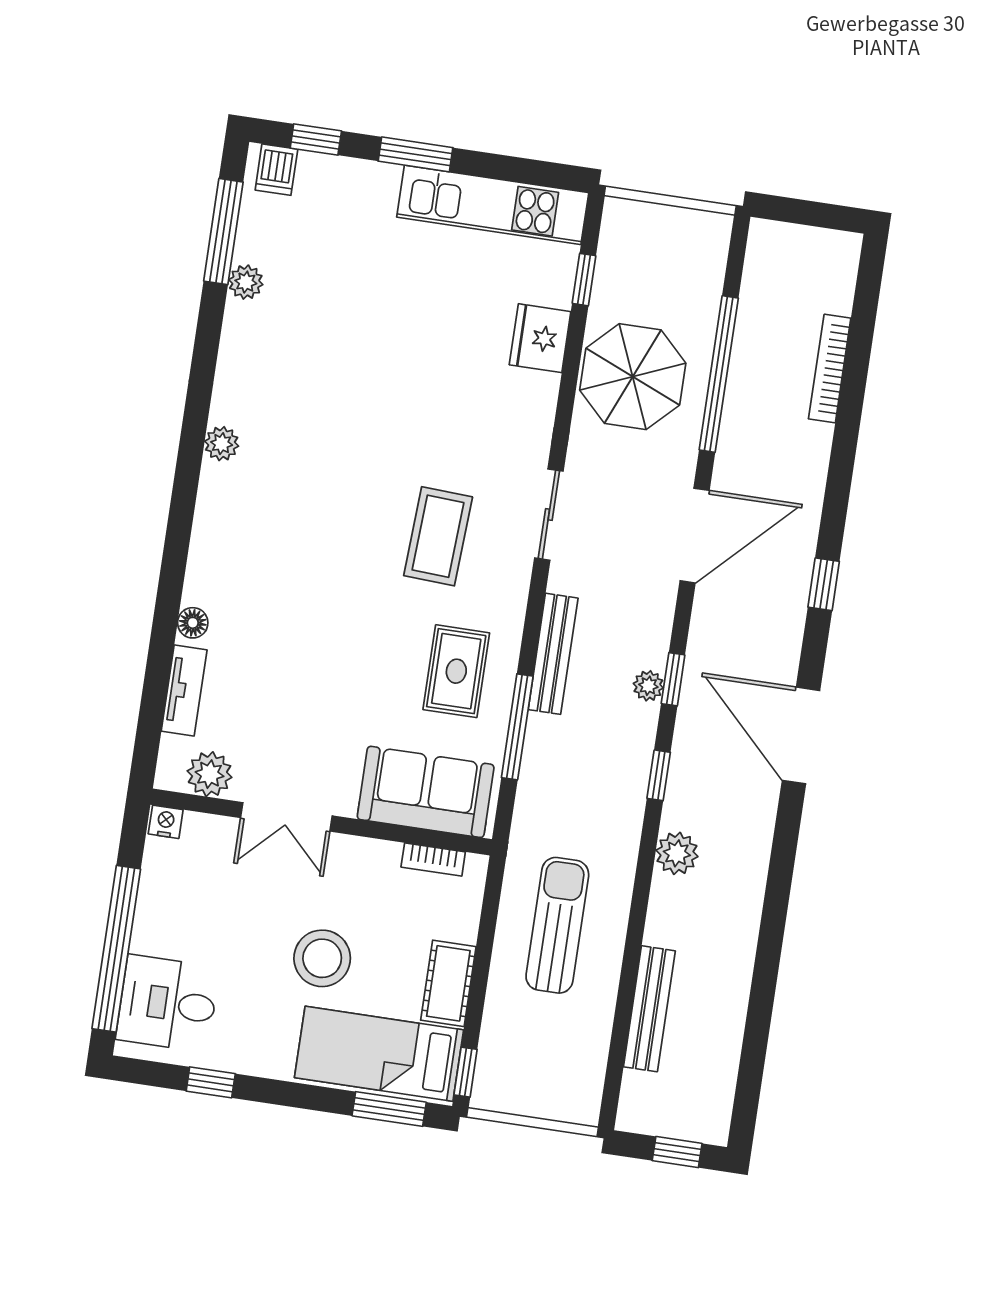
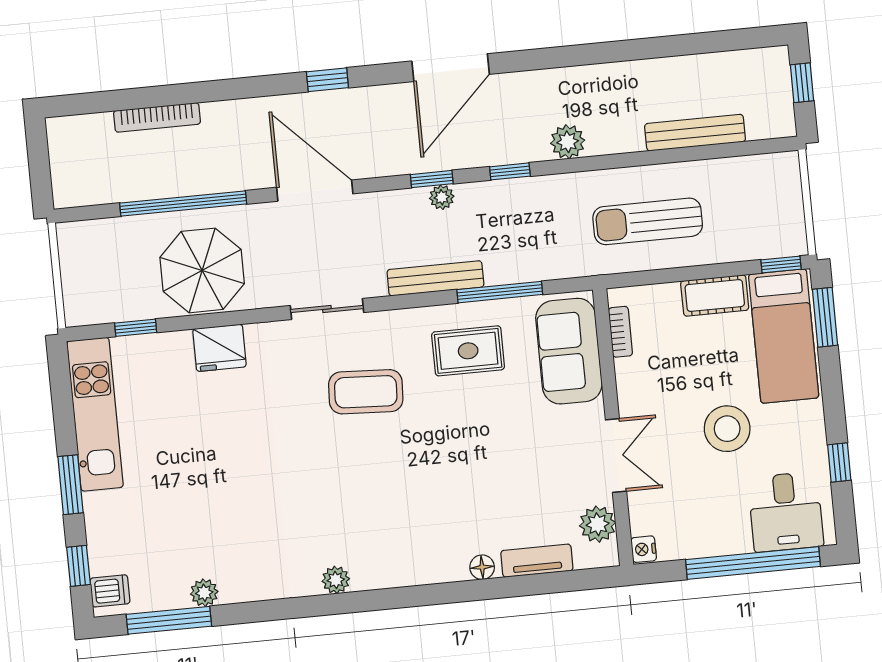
fridge: (540, 338) -> (220, 348), moved
stool: (322, 958) -> (727, 429), moved

